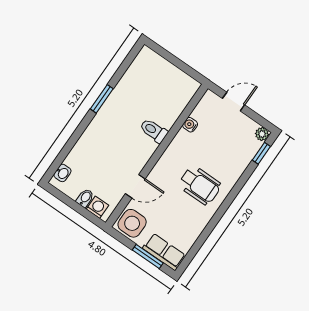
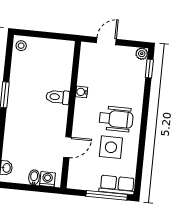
stool: (146, 59) -> (21, 46), added
water cooler: (190, 125) -> (82, 92), moved
side table: (132, 223) -> (111, 147), moved
window: (148, 256) -> (107, 195), width x1.44

